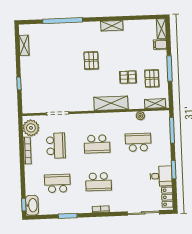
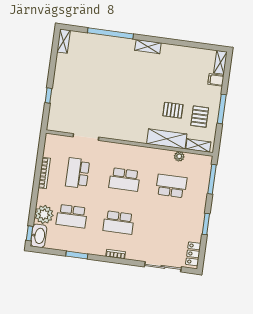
shelving: (112, 26) -> (148, 47), moved
shelving: (24, 45) -> (64, 41), moved
pallet: (91, 60) -> (135, 84), removed
shelving: (111, 103) -> (167, 139), moved
plant: (31, 128) -> (44, 214), moved
school desk: (56, 146) -> (78, 173), turned 180
desk: (161, 176) -> (190, 229), removed
school desk: (57, 183) -> (72, 216), turned 180

